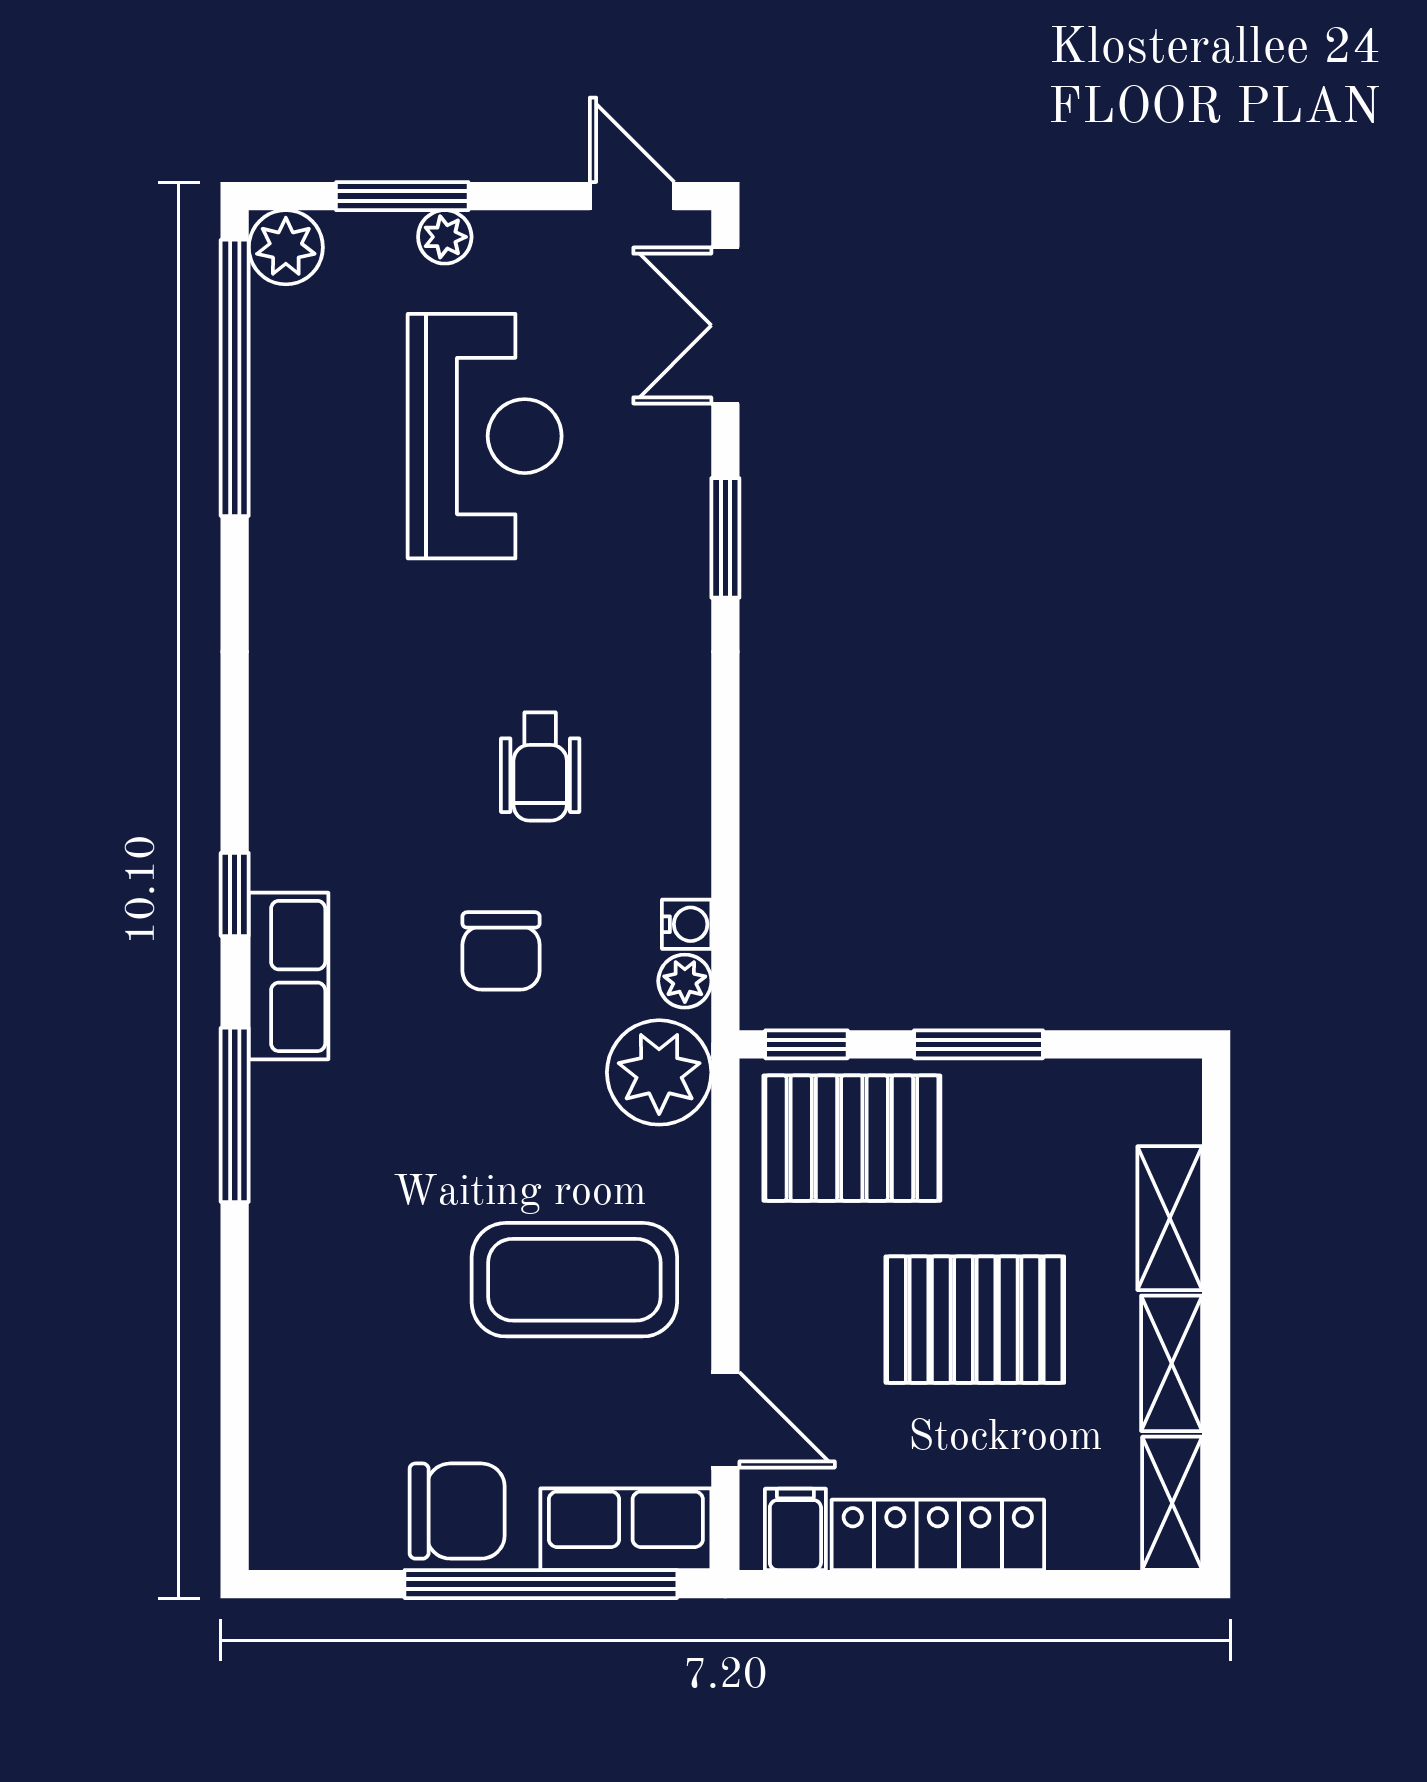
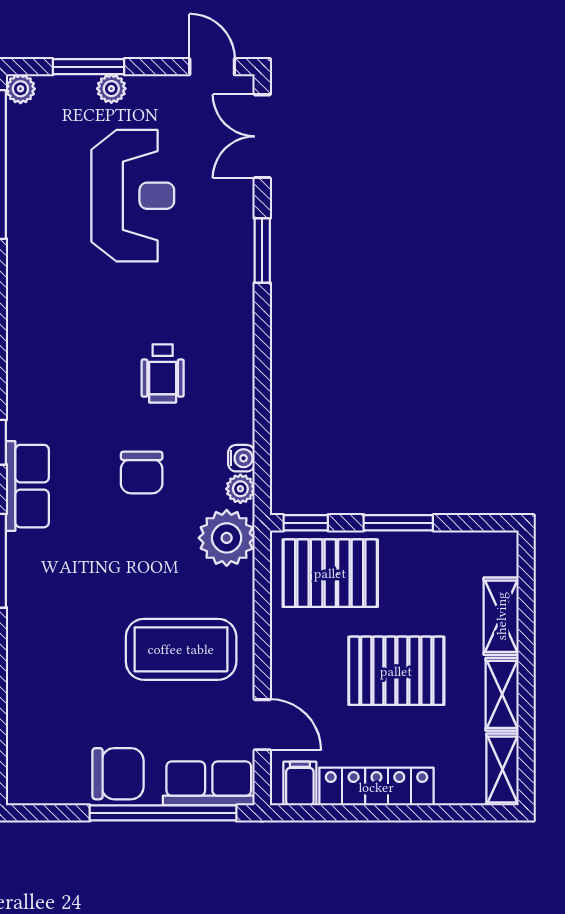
plant: (286, 247) -> (20, 89), width x0.73, depth x0.73

